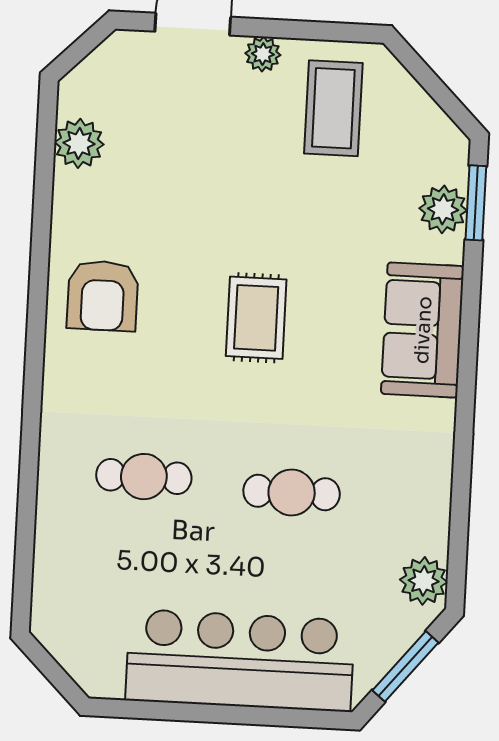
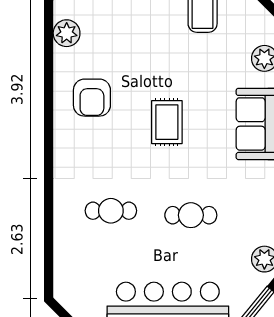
armchair: (103, 296) -> (92, 98), moved

